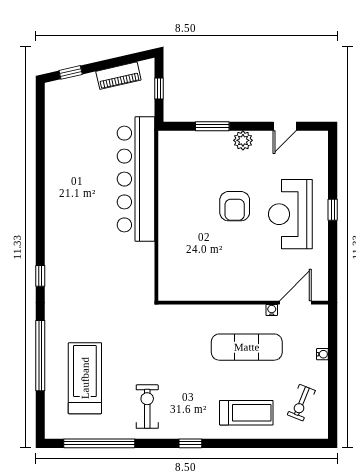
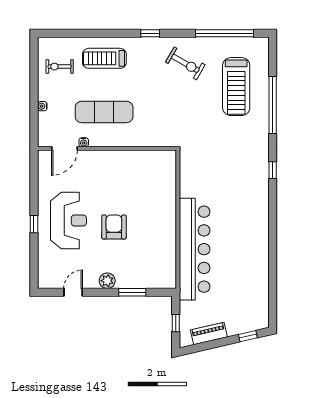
exercise bike: (301, 403) -> (60, 67), turned -112
exercise bike: (147, 407) -> (185, 63), turned -60

